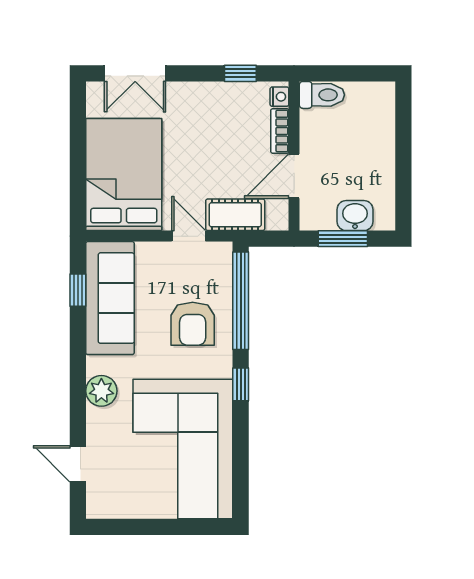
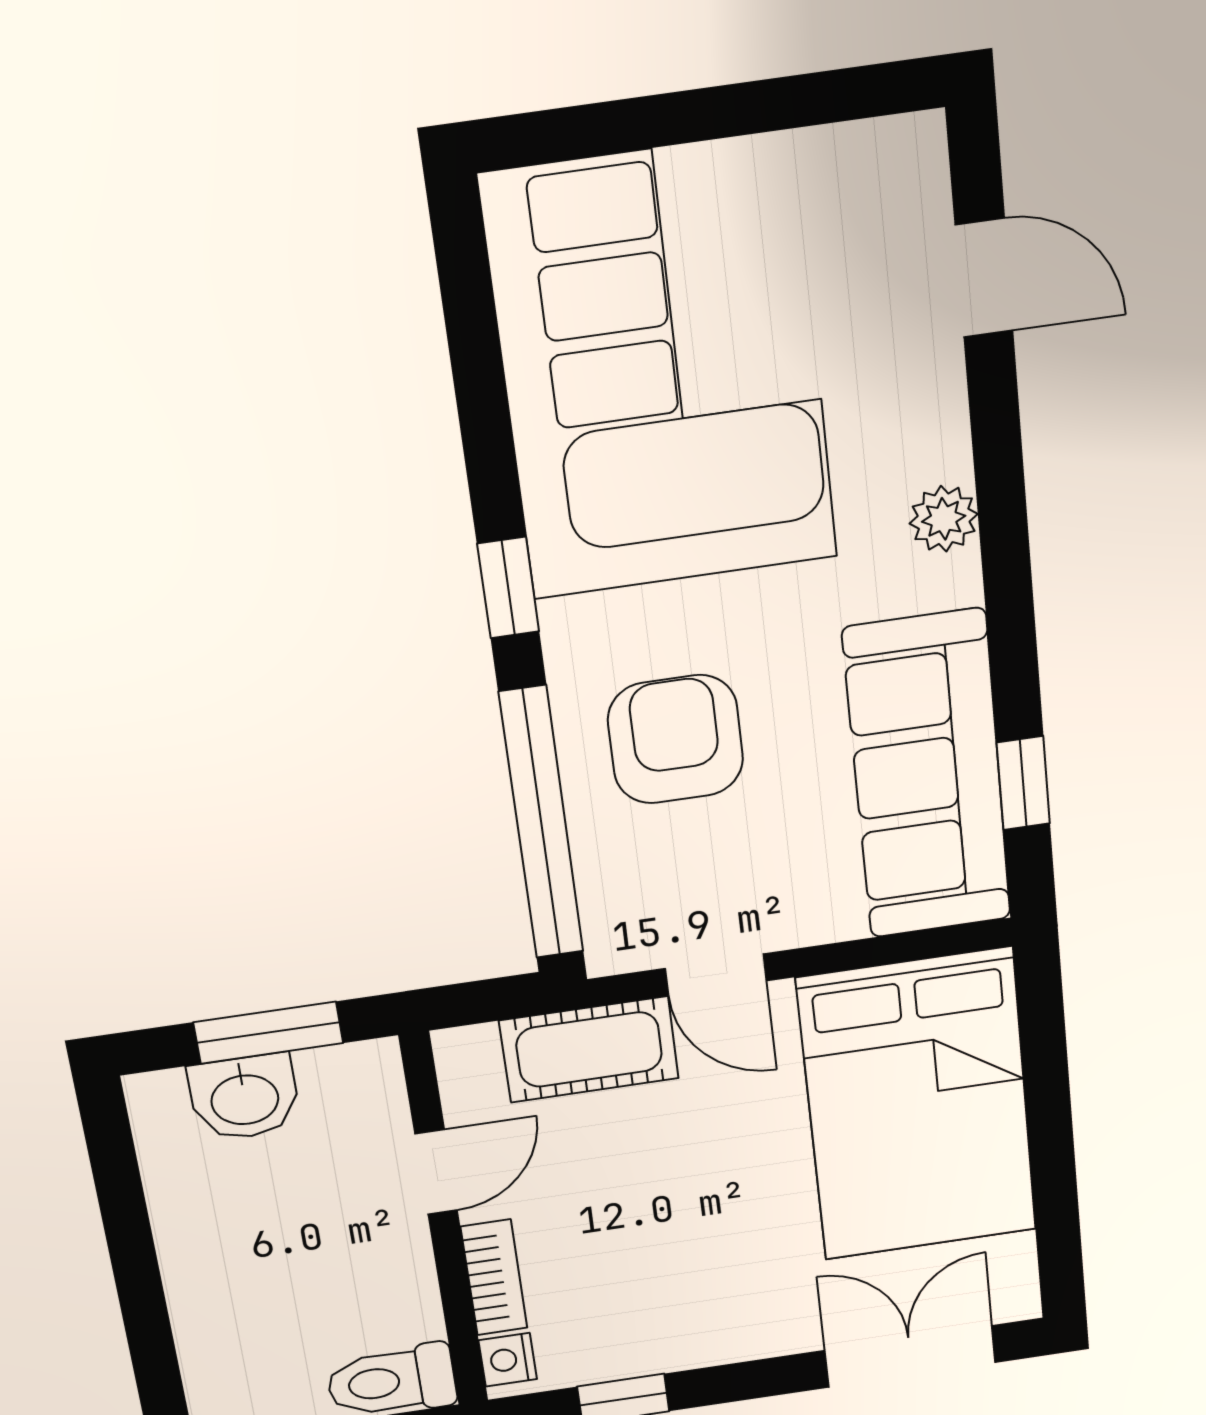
door: (294, 176) -> (436, 1172), width x0.73
plant: (101, 391) -> (944, 519), width x0.73, depth x0.73

